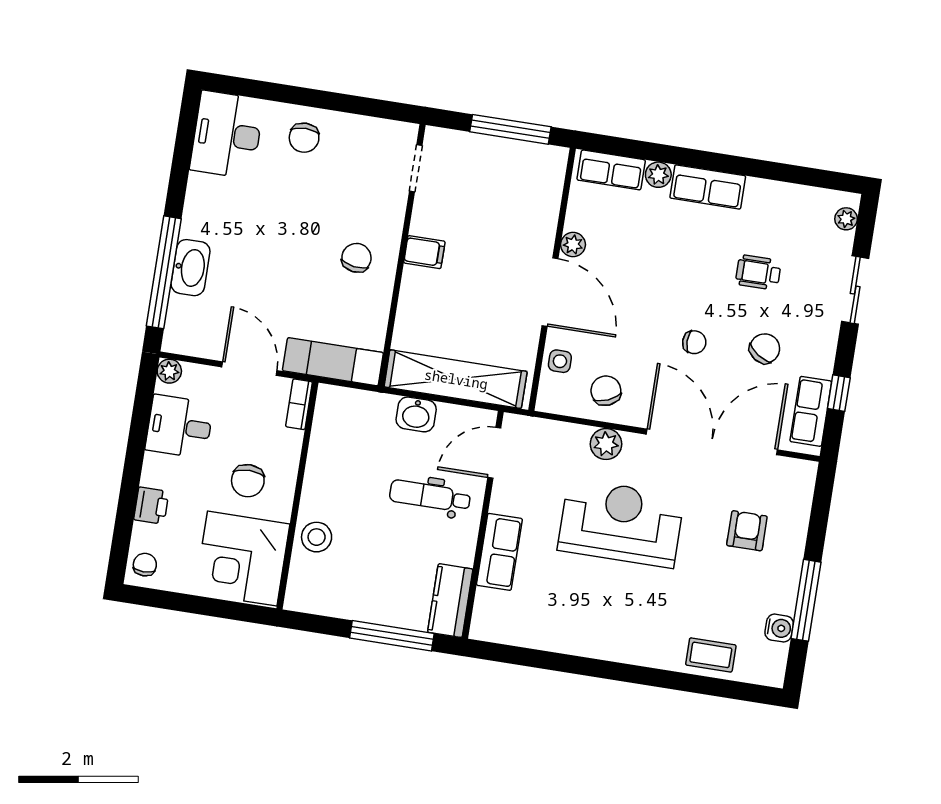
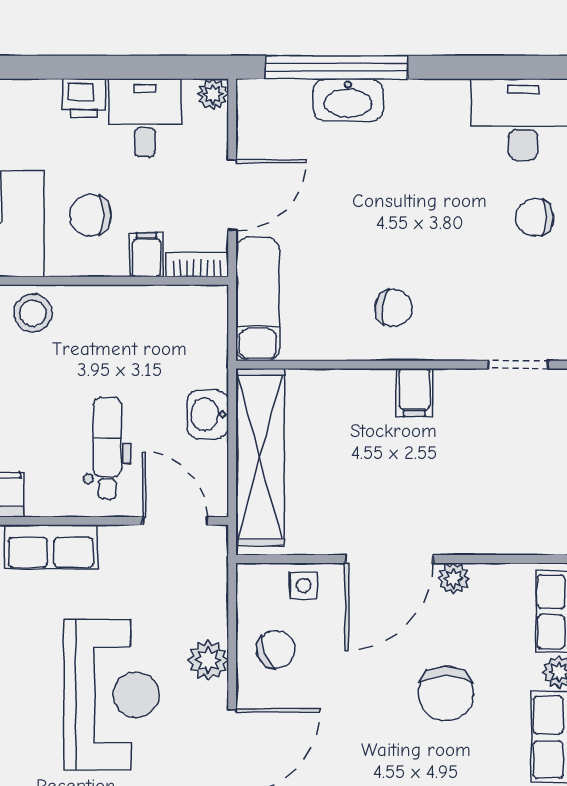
chair: (694, 342) -> (446, 693), moved, width x1.87, depth x1.87
filing cabinet: (285, 442) -> (146, 255), added
printer: (151, 506) -> (84, 98), moved

